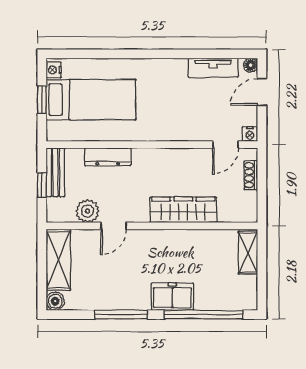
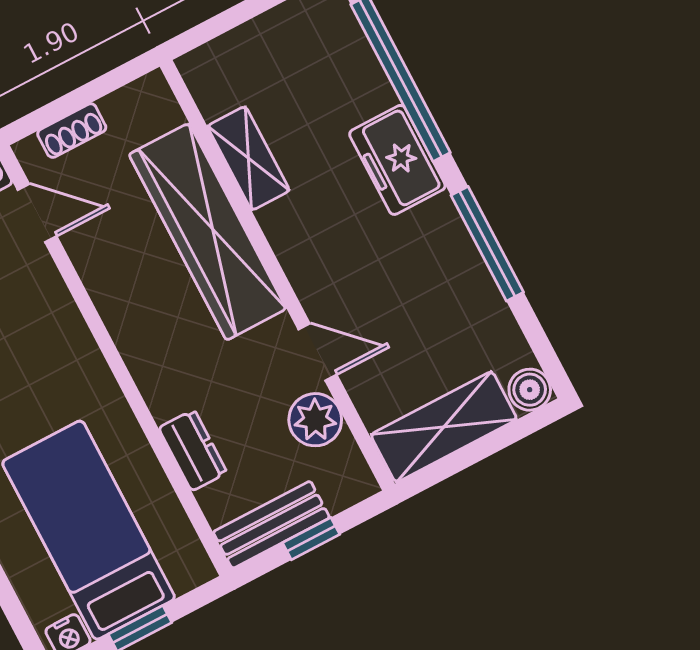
dresser: (108, 157) -> (193, 450), width x0.70
wardrobe: (183, 210) -> (208, 232), width x1.40, depth x1.17
shelving: (248, 253) -> (248, 158), moved, turned 90

